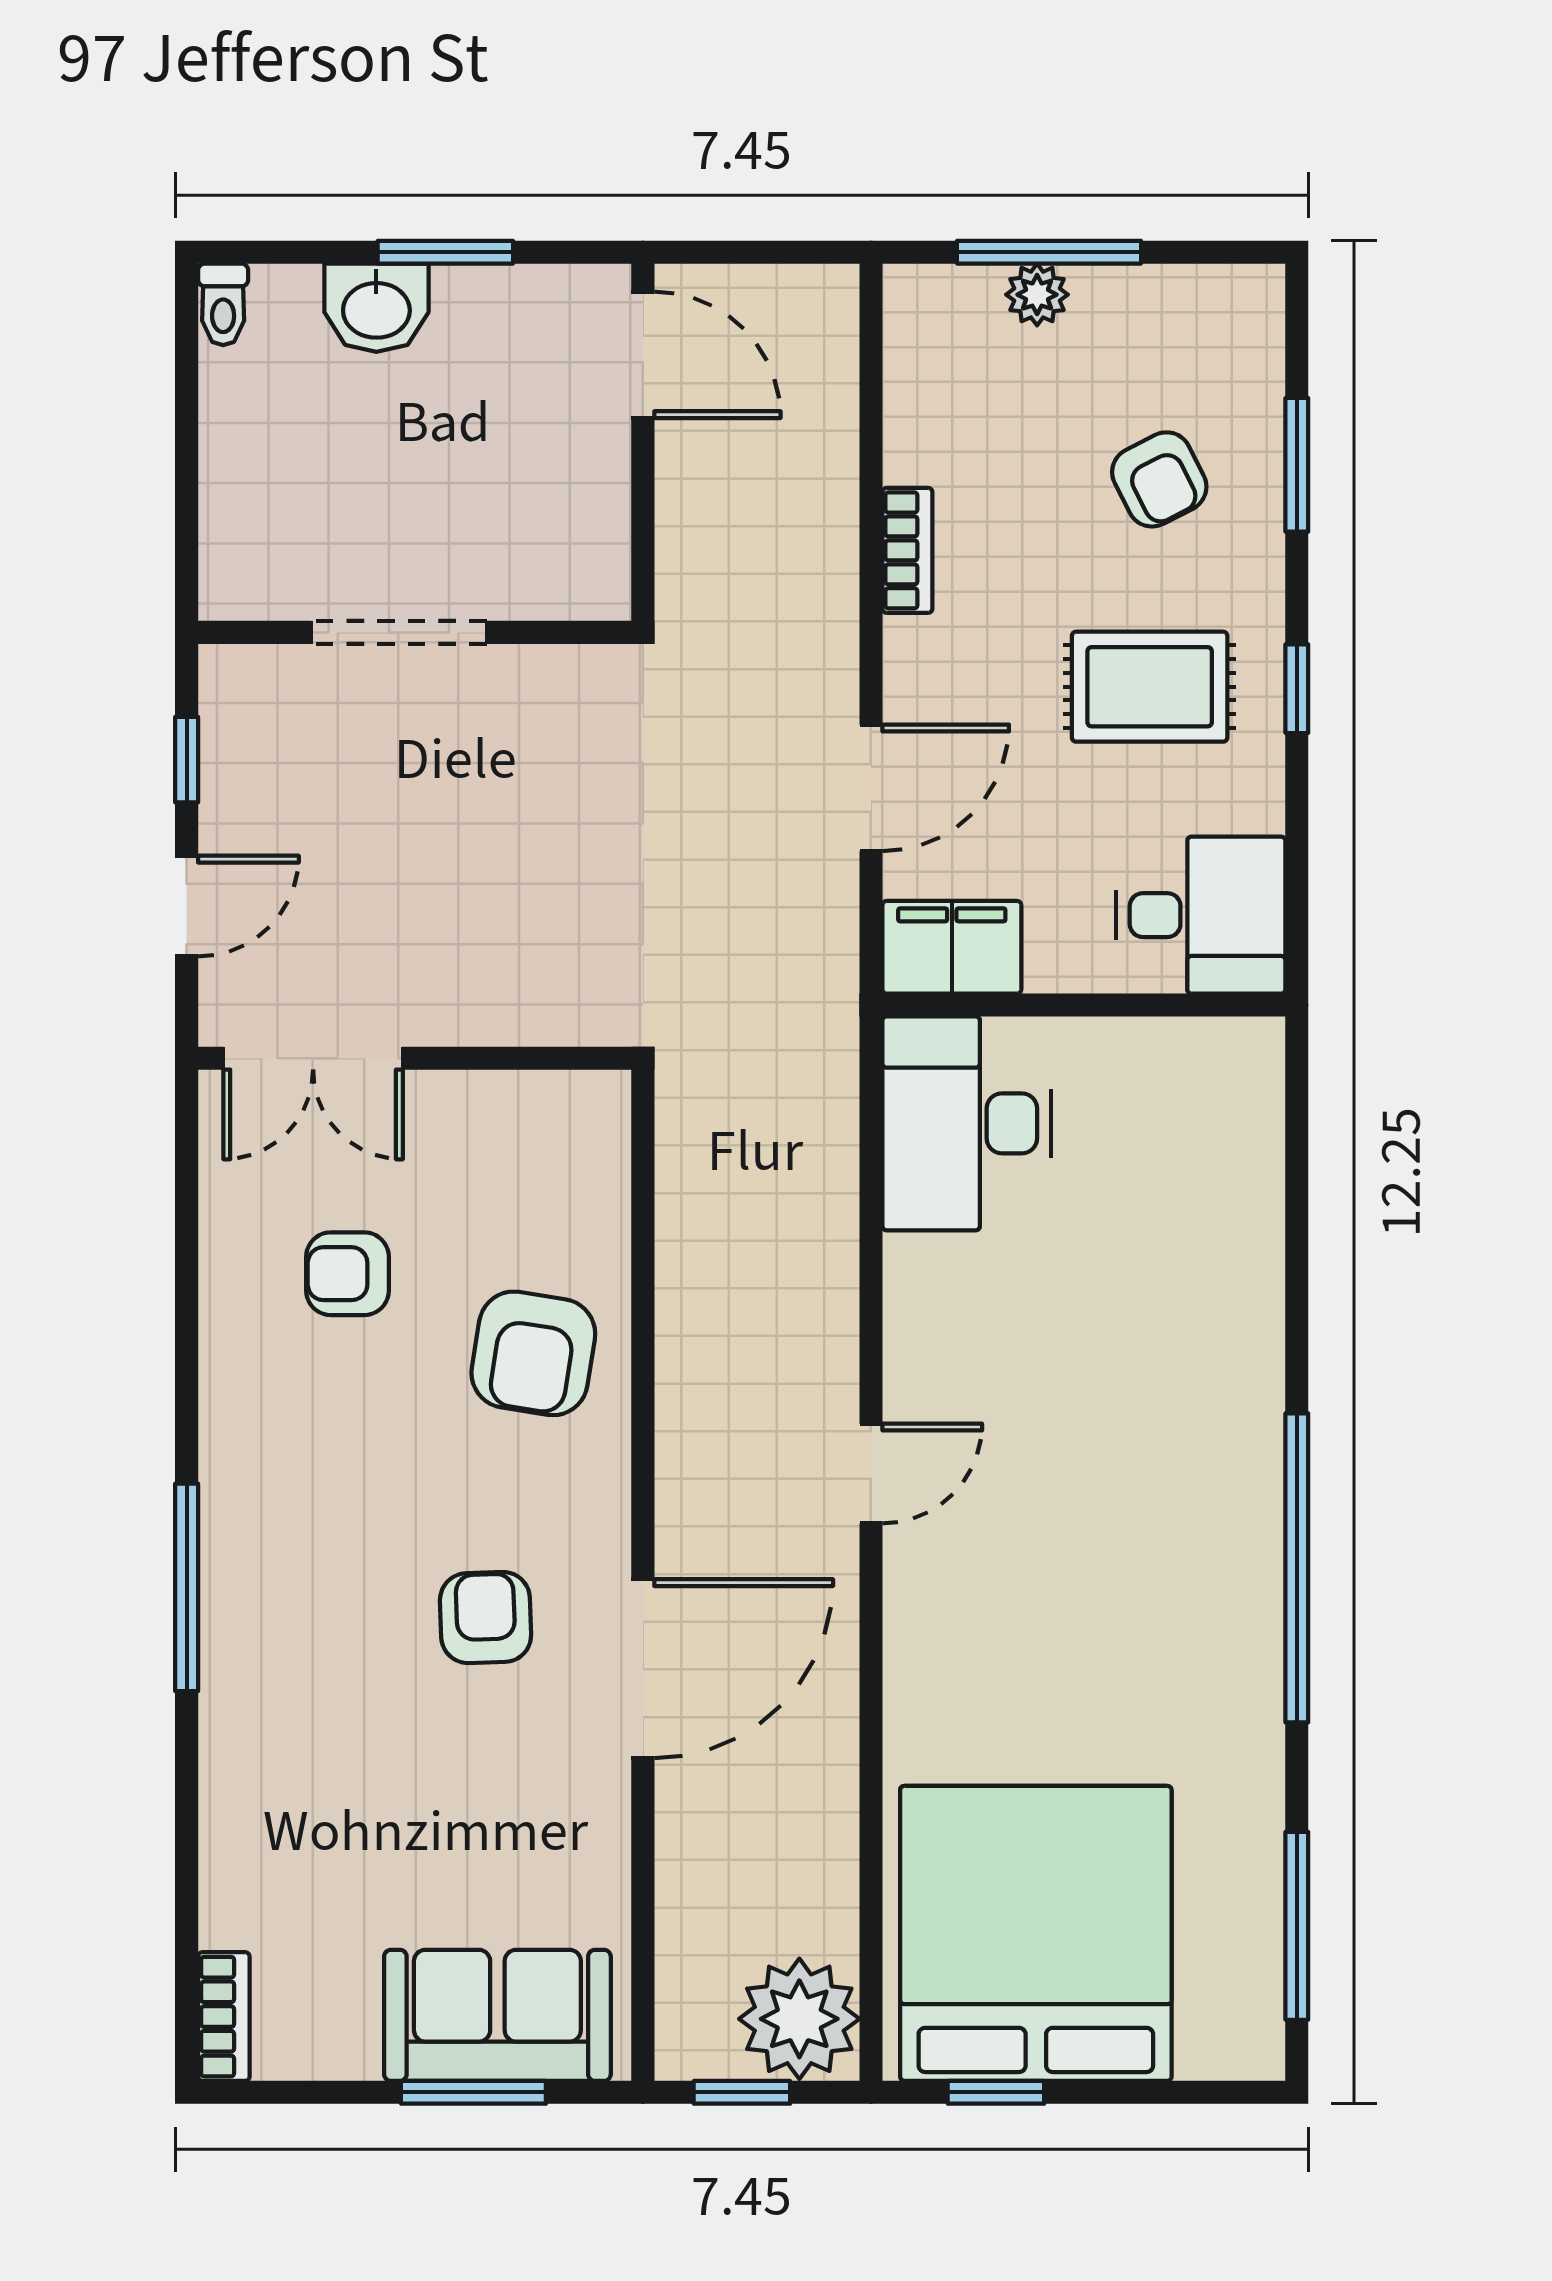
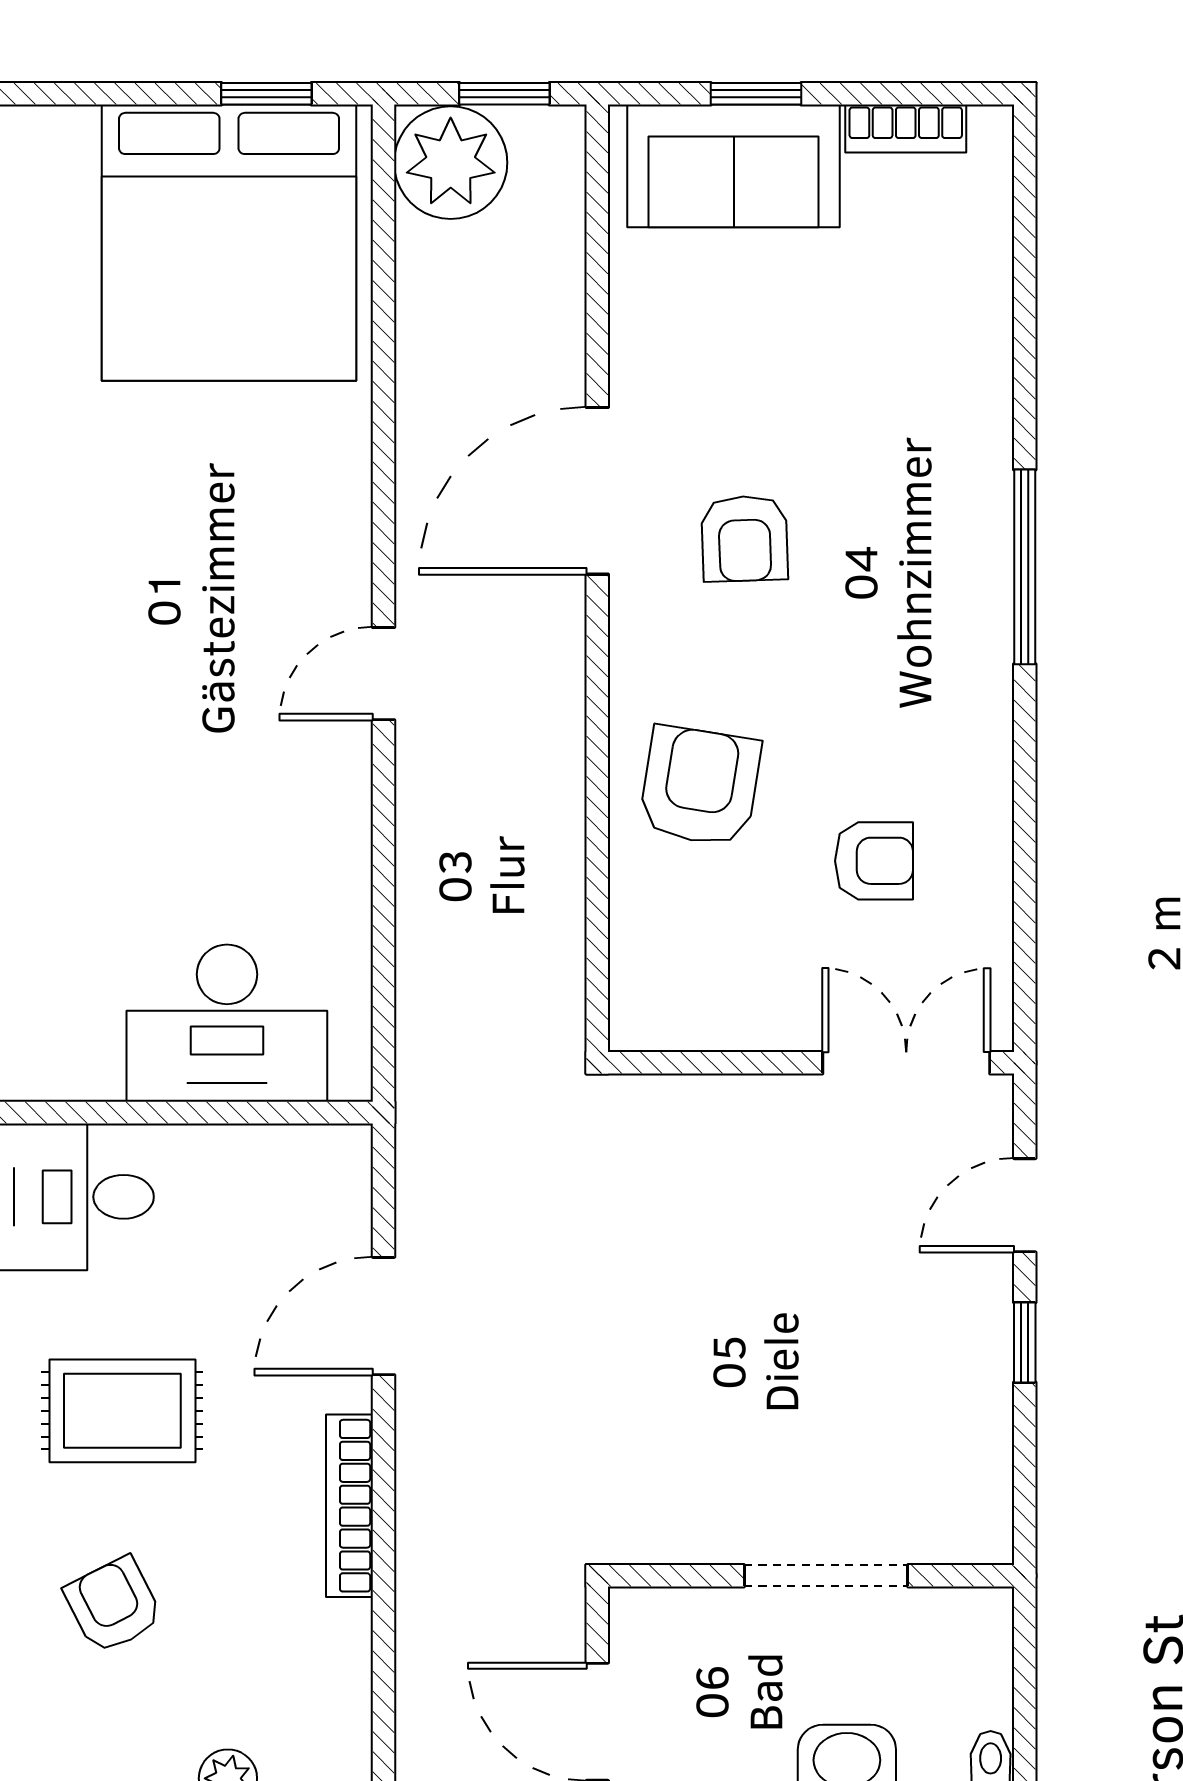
bookcase: (907, 550) -> (349, 1506), width x1.56
doorway: (399, 632) -> (826, 1576), moved
wall: (415, 632) -> (811, 1576), moved
filing cabinet: (952, 947) -> (308, 1167), removed
desk: (966, 1123) -> (227, 1023), moved, turned 90
bookcase: (224, 2017) -> (906, 129), moved, turned -90
window: (473, 2092) -> (756, 94), width x0.67

